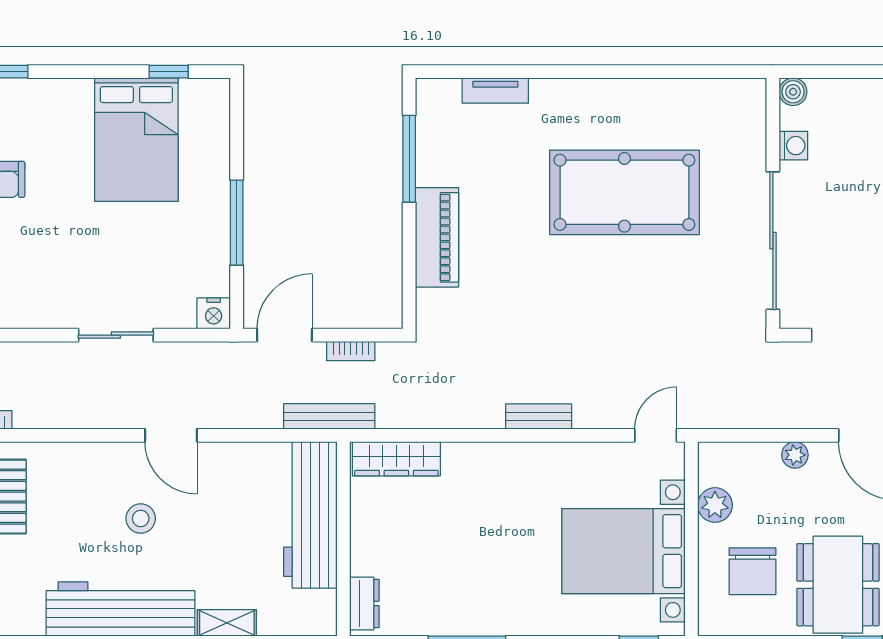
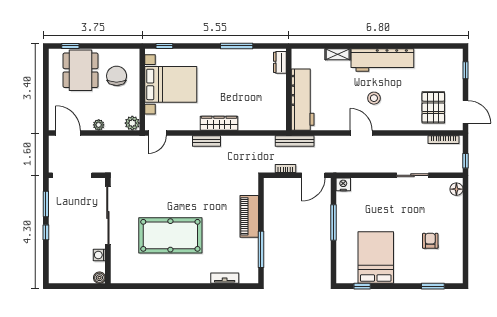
sliding door: (116, 335) -> (412, 175), moved
wardrobe: (396, 459) -> (219, 123), moved
plant: (715, 505) -> (132, 123), moved

